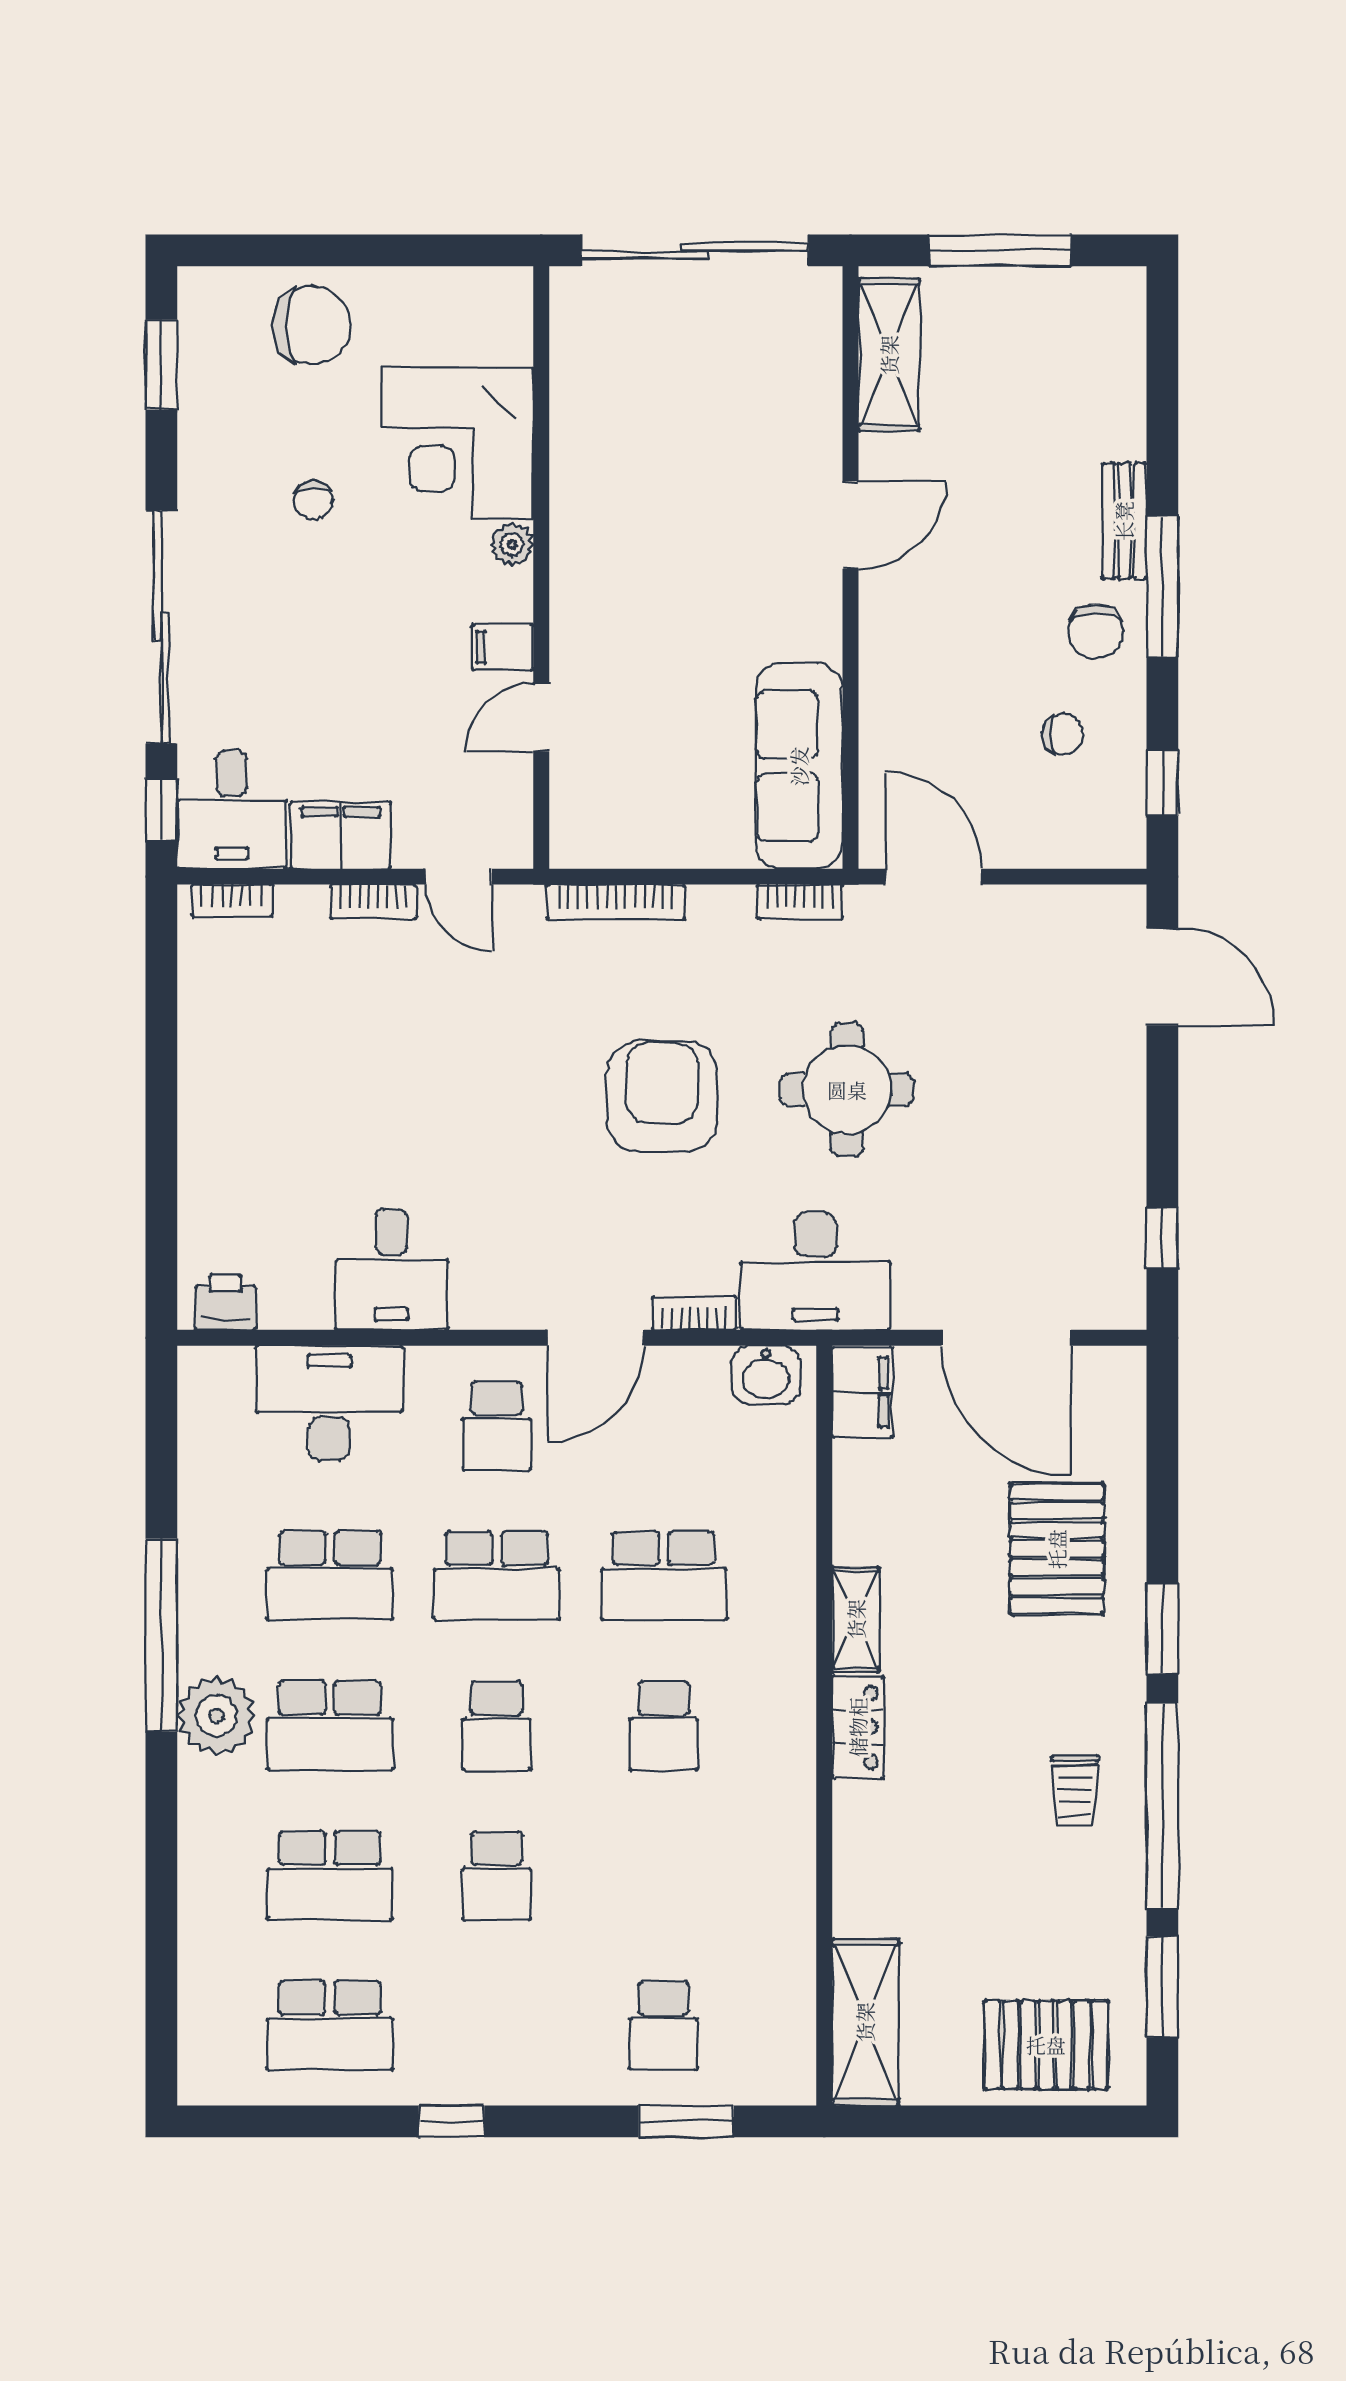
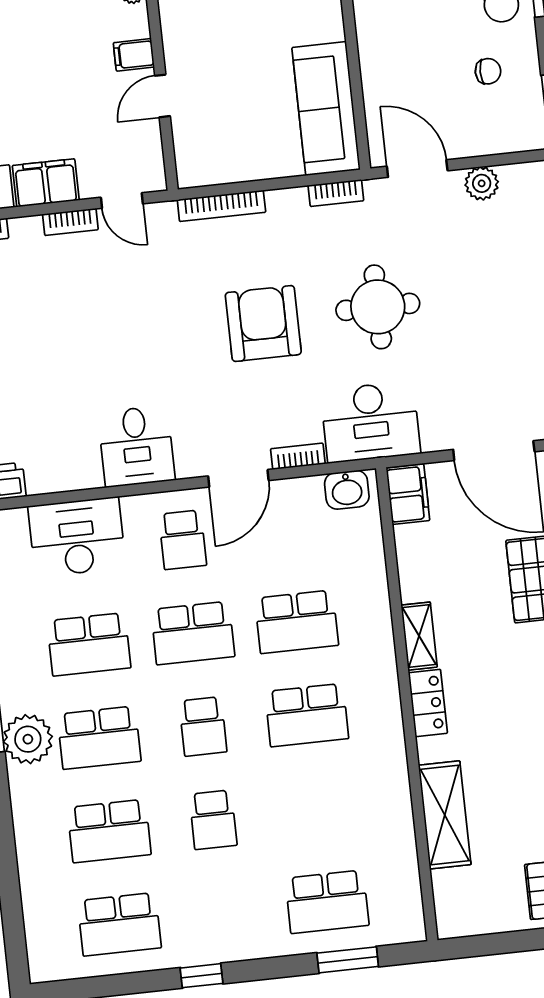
plant: (1033, 911) -> (482, 183), added
desk: (392, 1269) -> (136, 446), moved
school desk: (664, 1726) -> (307, 715), width x1.85
shelving: (865, 2022) -> (445, 815), moved
school desk: (664, 2026) -> (327, 902), width x1.85

